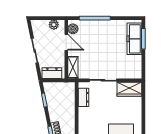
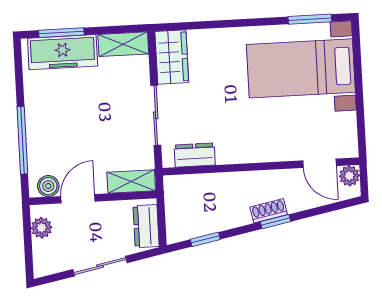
shelving: (137, 67) -> (123, 44), added

